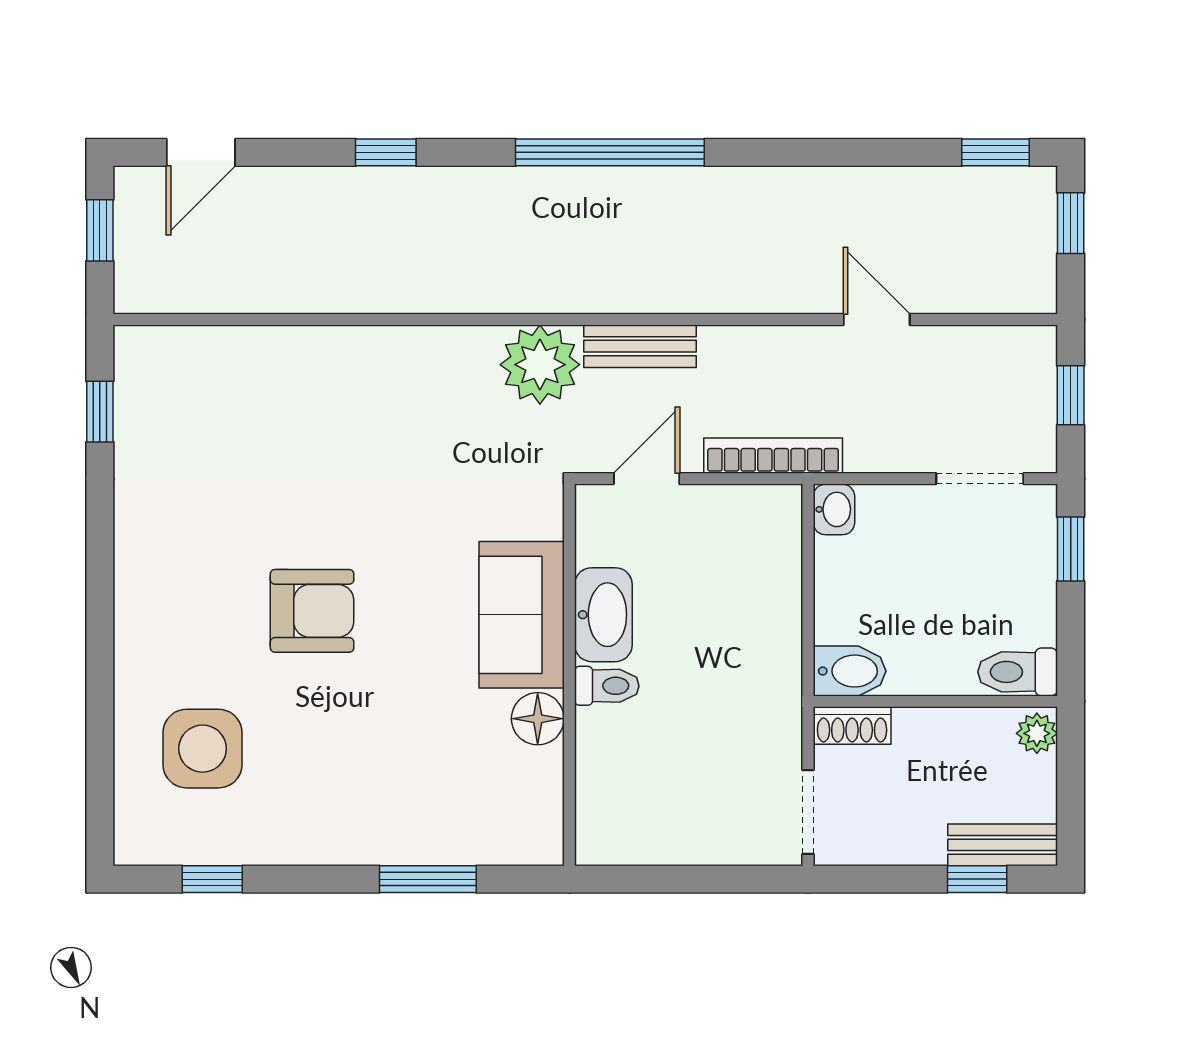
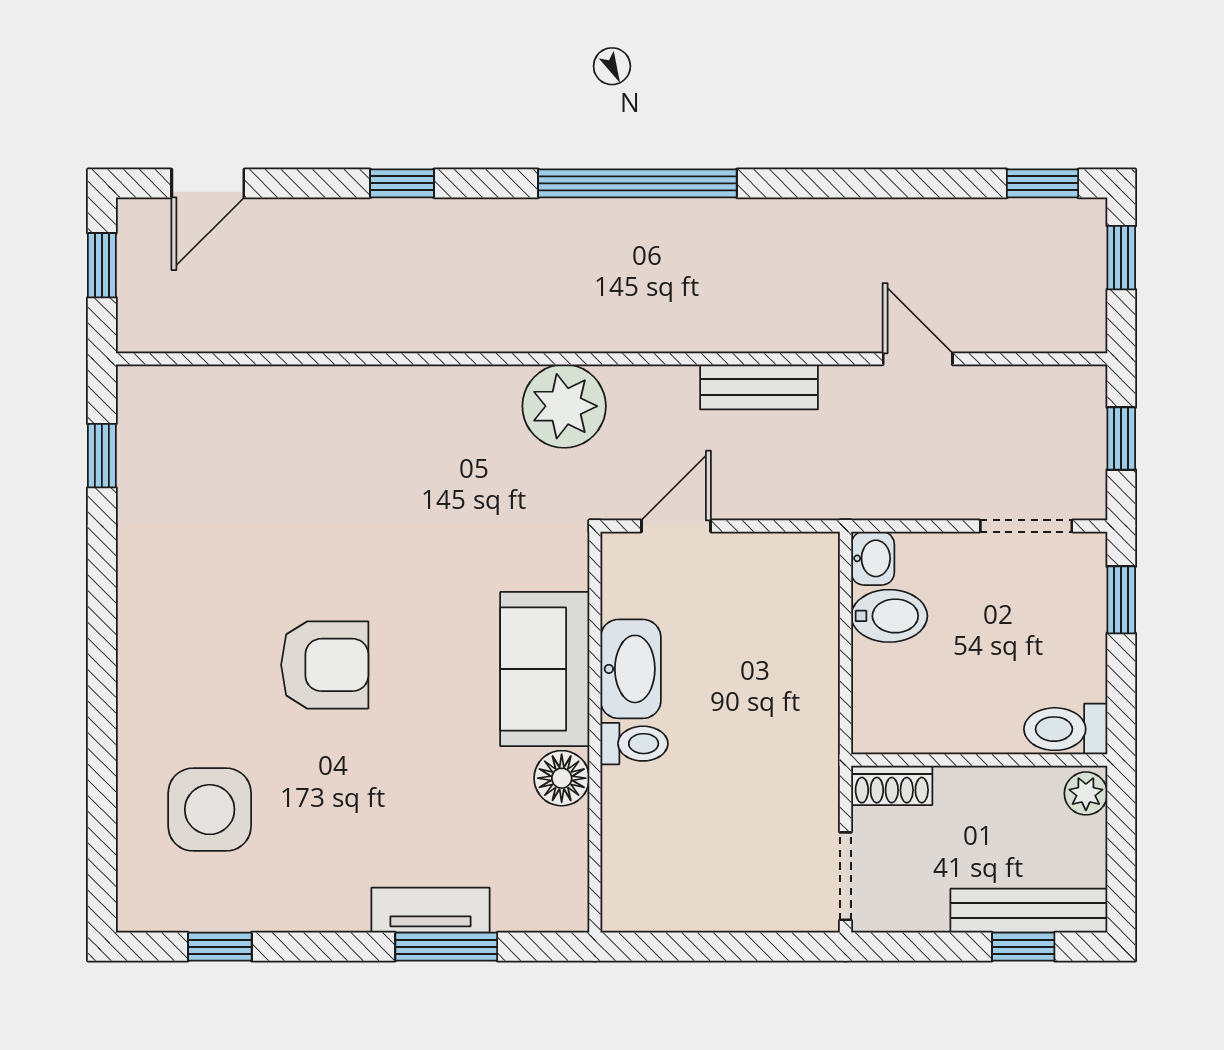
bench: (640, 346) -> (759, 387), moved
bookcase: (773, 456) -> (809, 502), removed
bidet: (850, 671) -> (889, 616), moved
tv unit: (413, 844) -> (430, 910), added
bench: (1003, 845) -> (1029, 911), width x1.36

